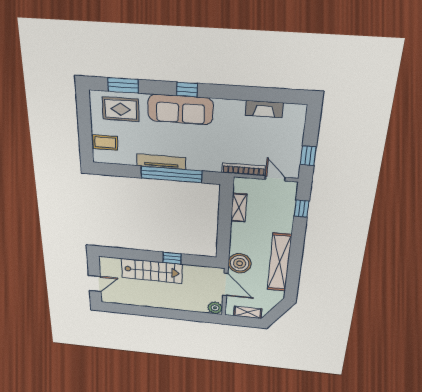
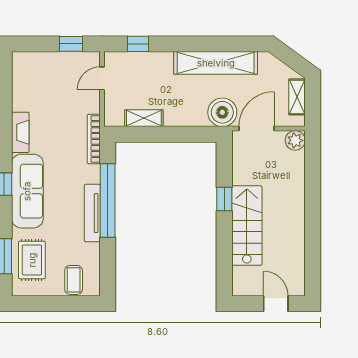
fireplace: (264, 109) -> (20, 132), moved
bookcase: (244, 169) -> (94, 139), moved

